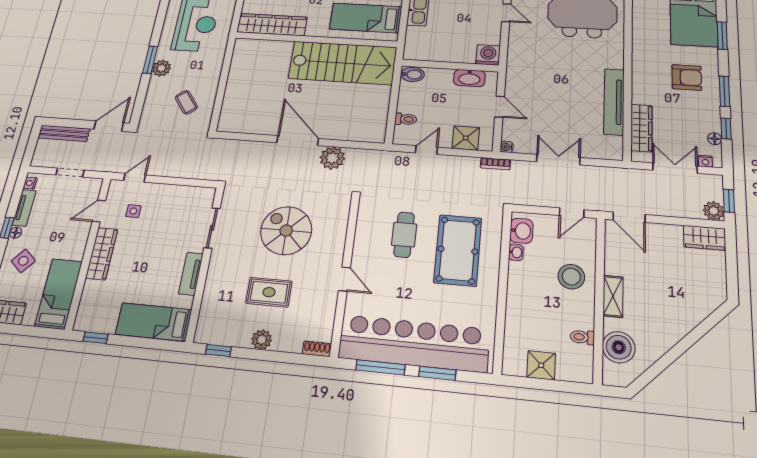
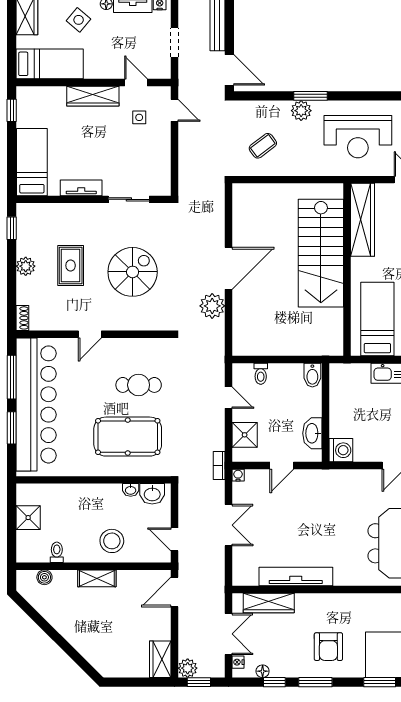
stairs: (343, 63) -> (321, 253), moved
boiler: (619, 347) -> (44, 577), width x0.54, depth x0.54

